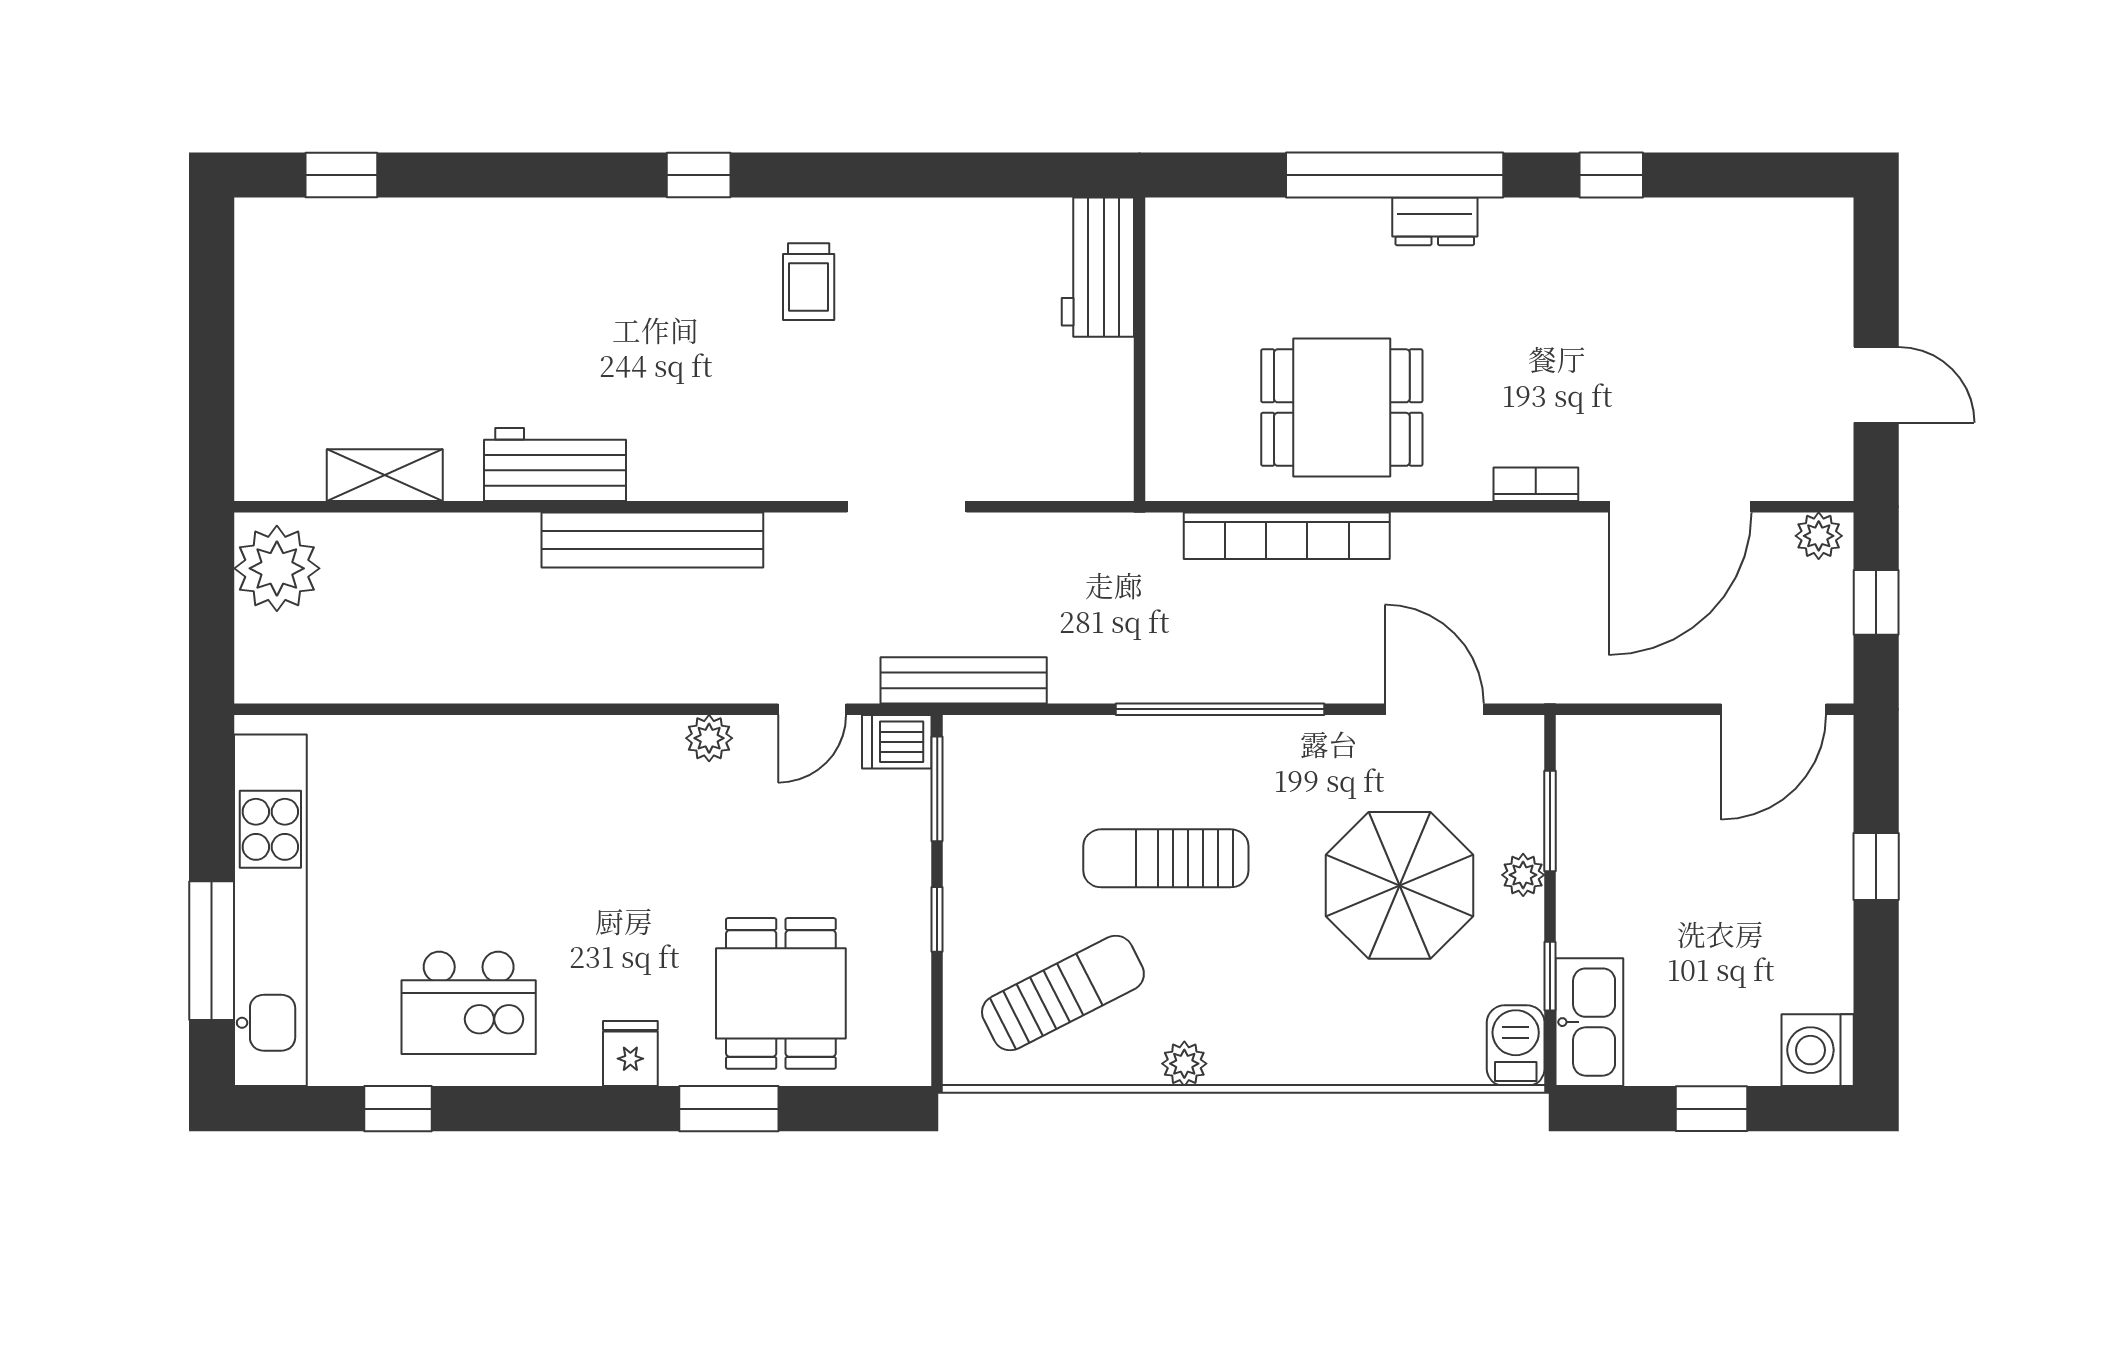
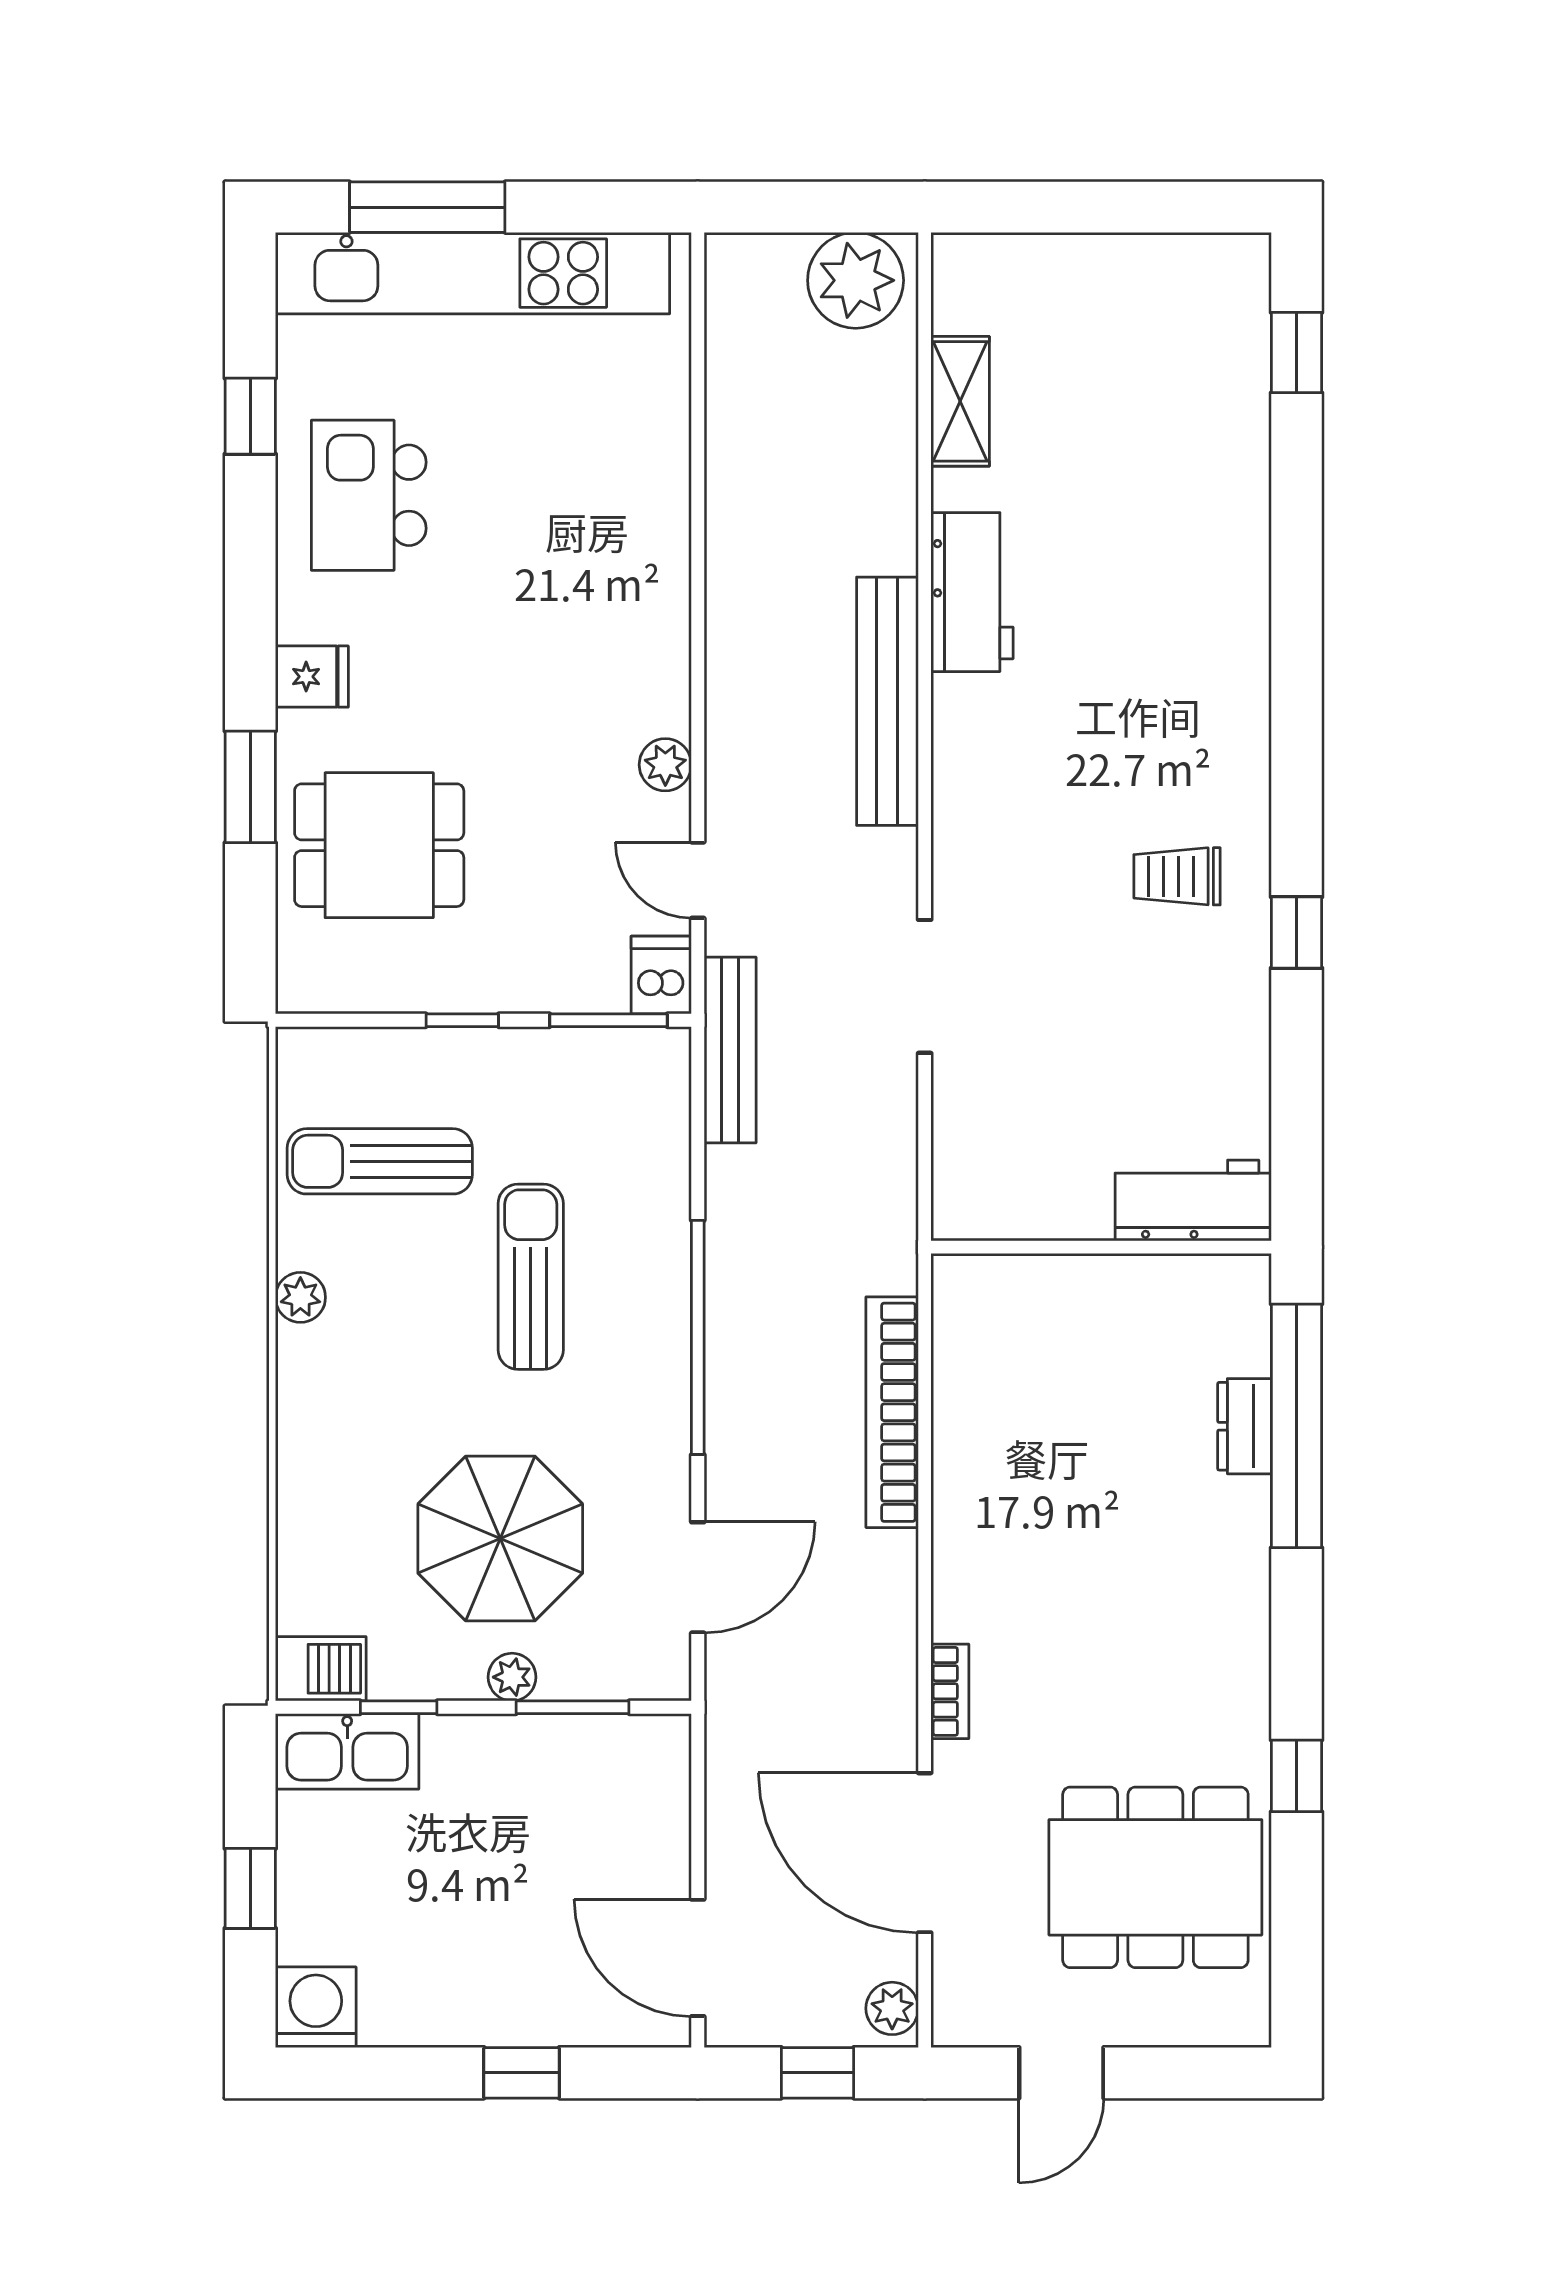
window: (699, 175) -> (1297, 933), moved
window: (1395, 175) -> (1297, 1426), moved
dresser: (1435, 221) -> (1245, 1426), moved
dining table: (1342, 408) -> (1155, 1877), moved, width x1.38
sun lounger: (1063, 993) -> (380, 1161), turned 117

